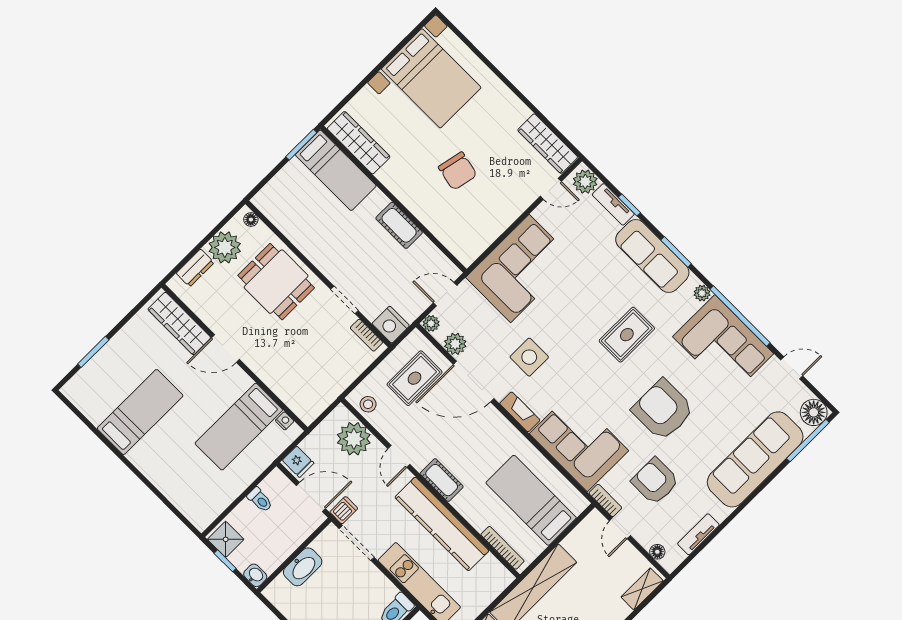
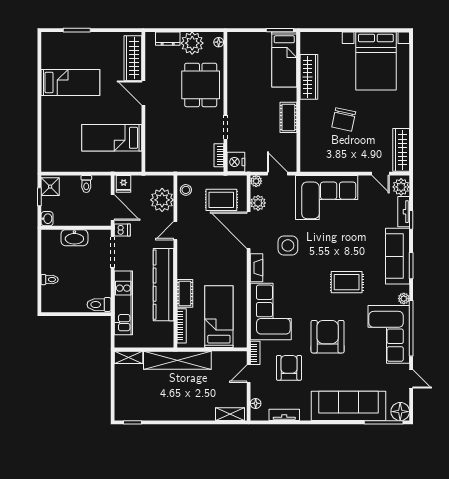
wardrobe: (359, 143) -> (309, 77), moved
nightstand: (285, 421) -> (137, 157), removed
cot: (442, 480) -> (185, 293), moved

